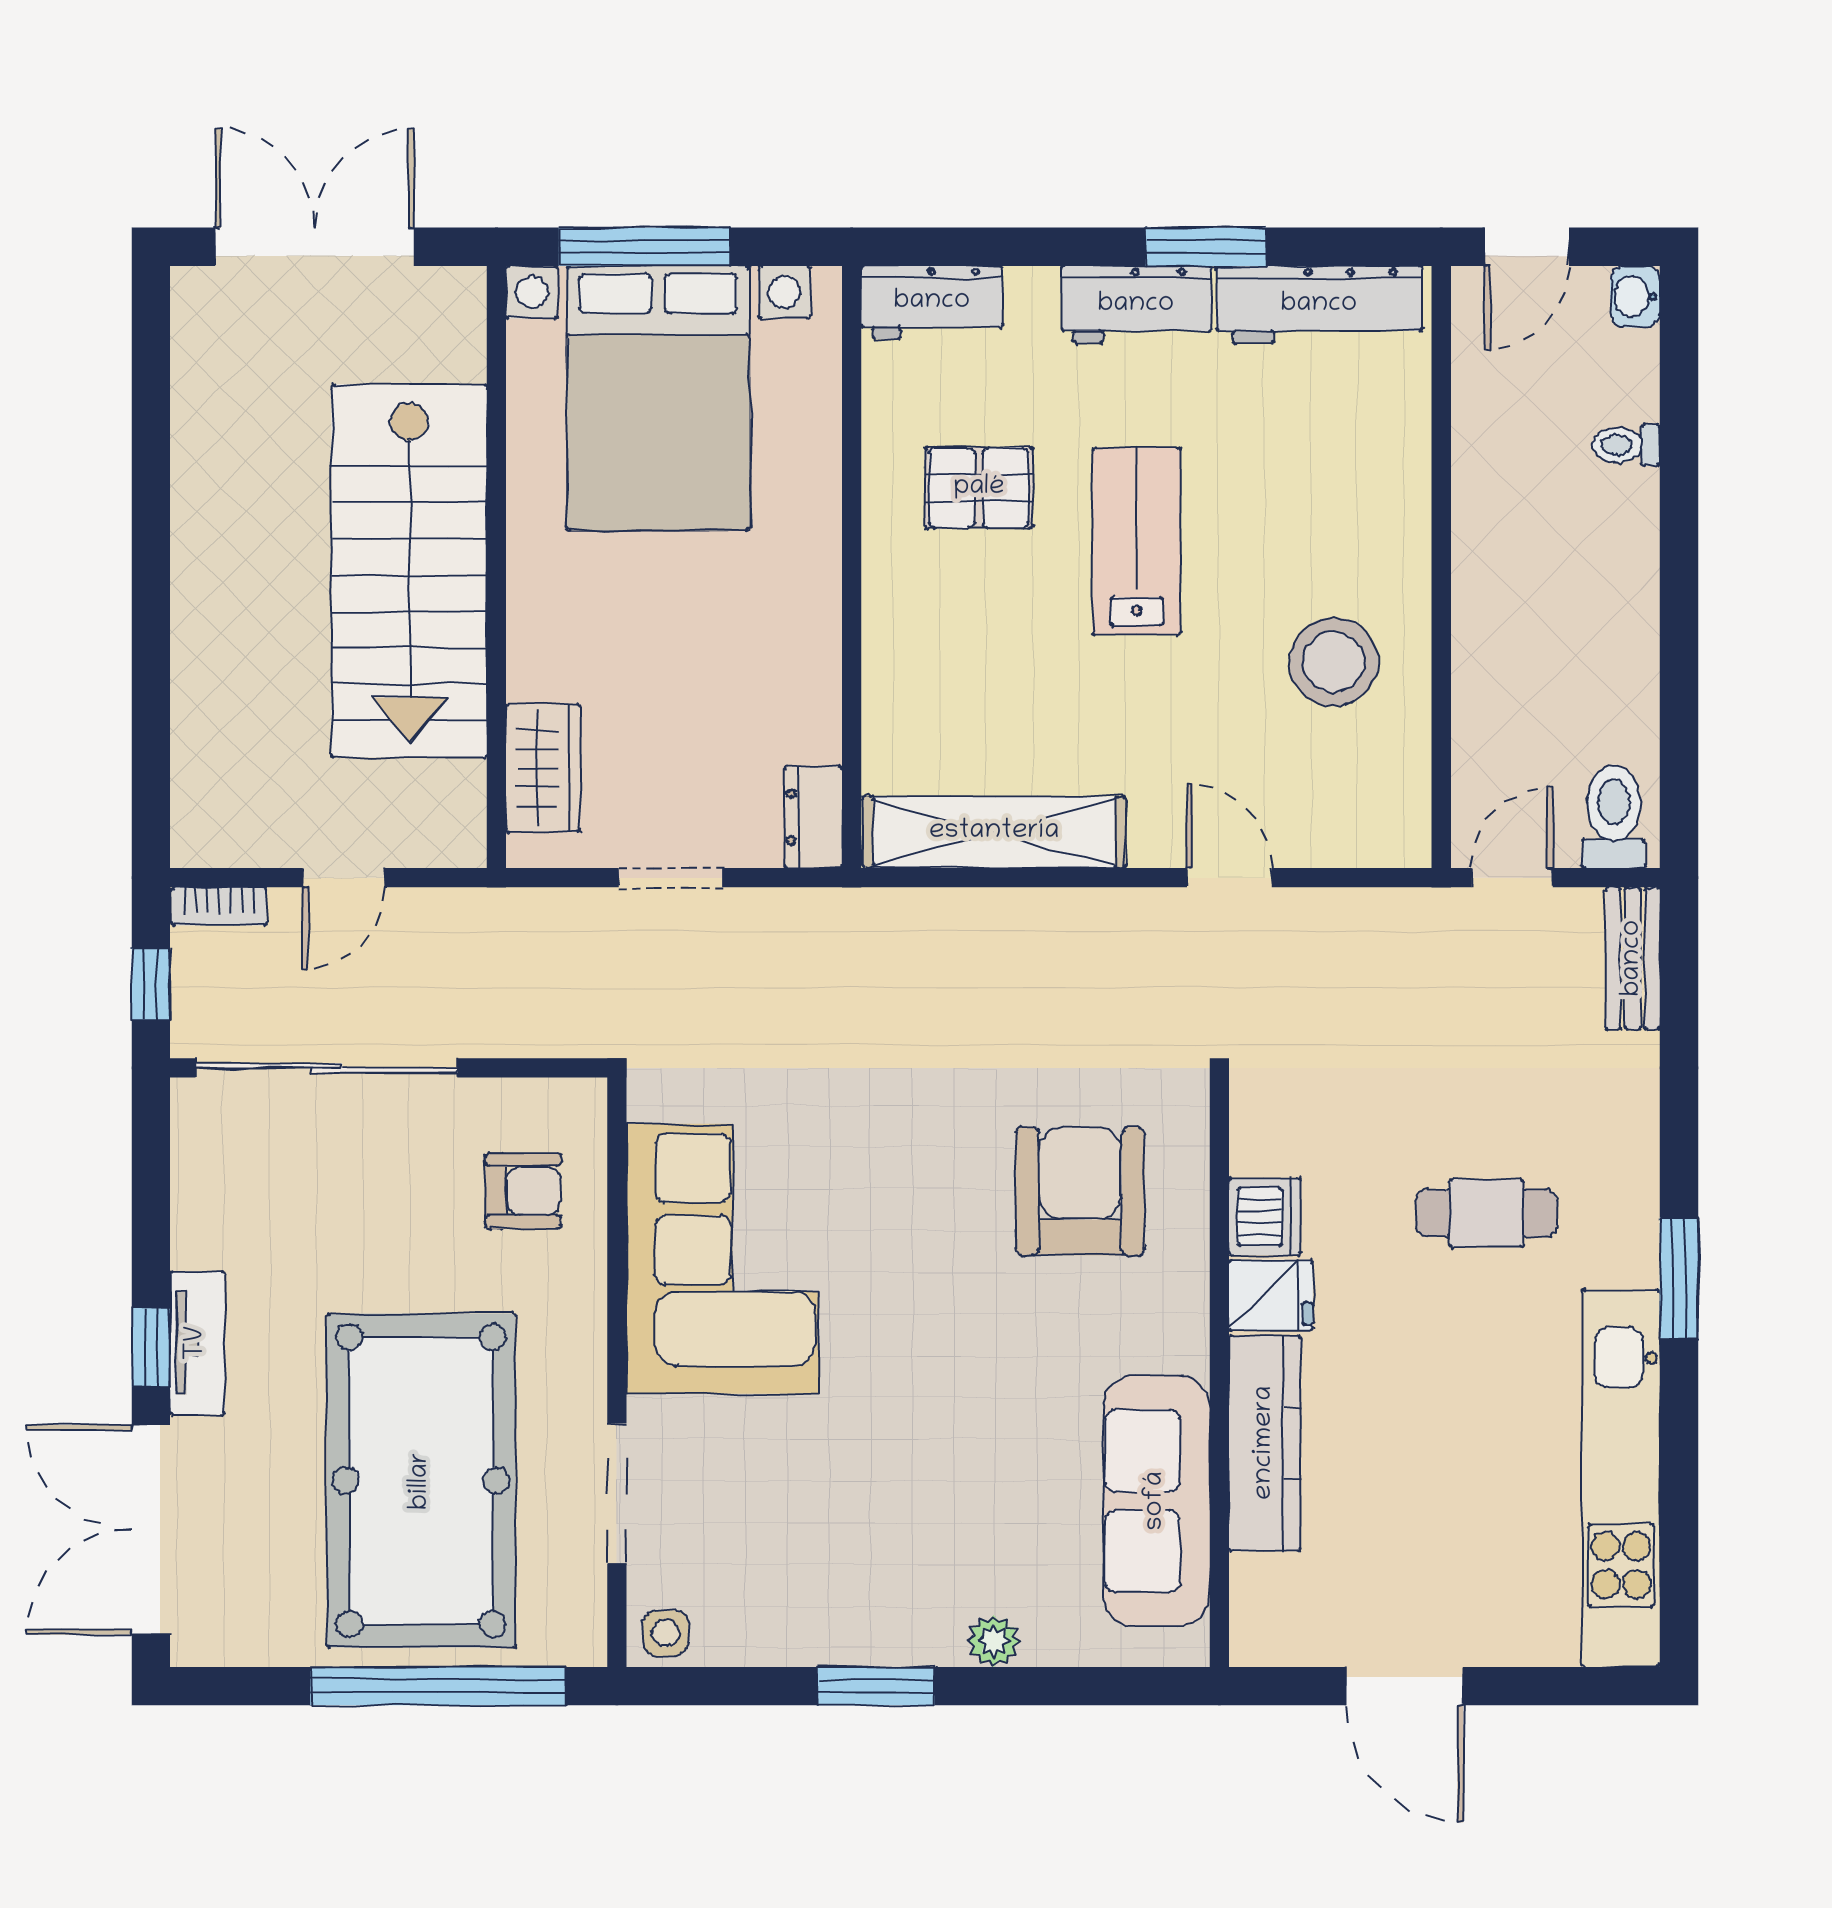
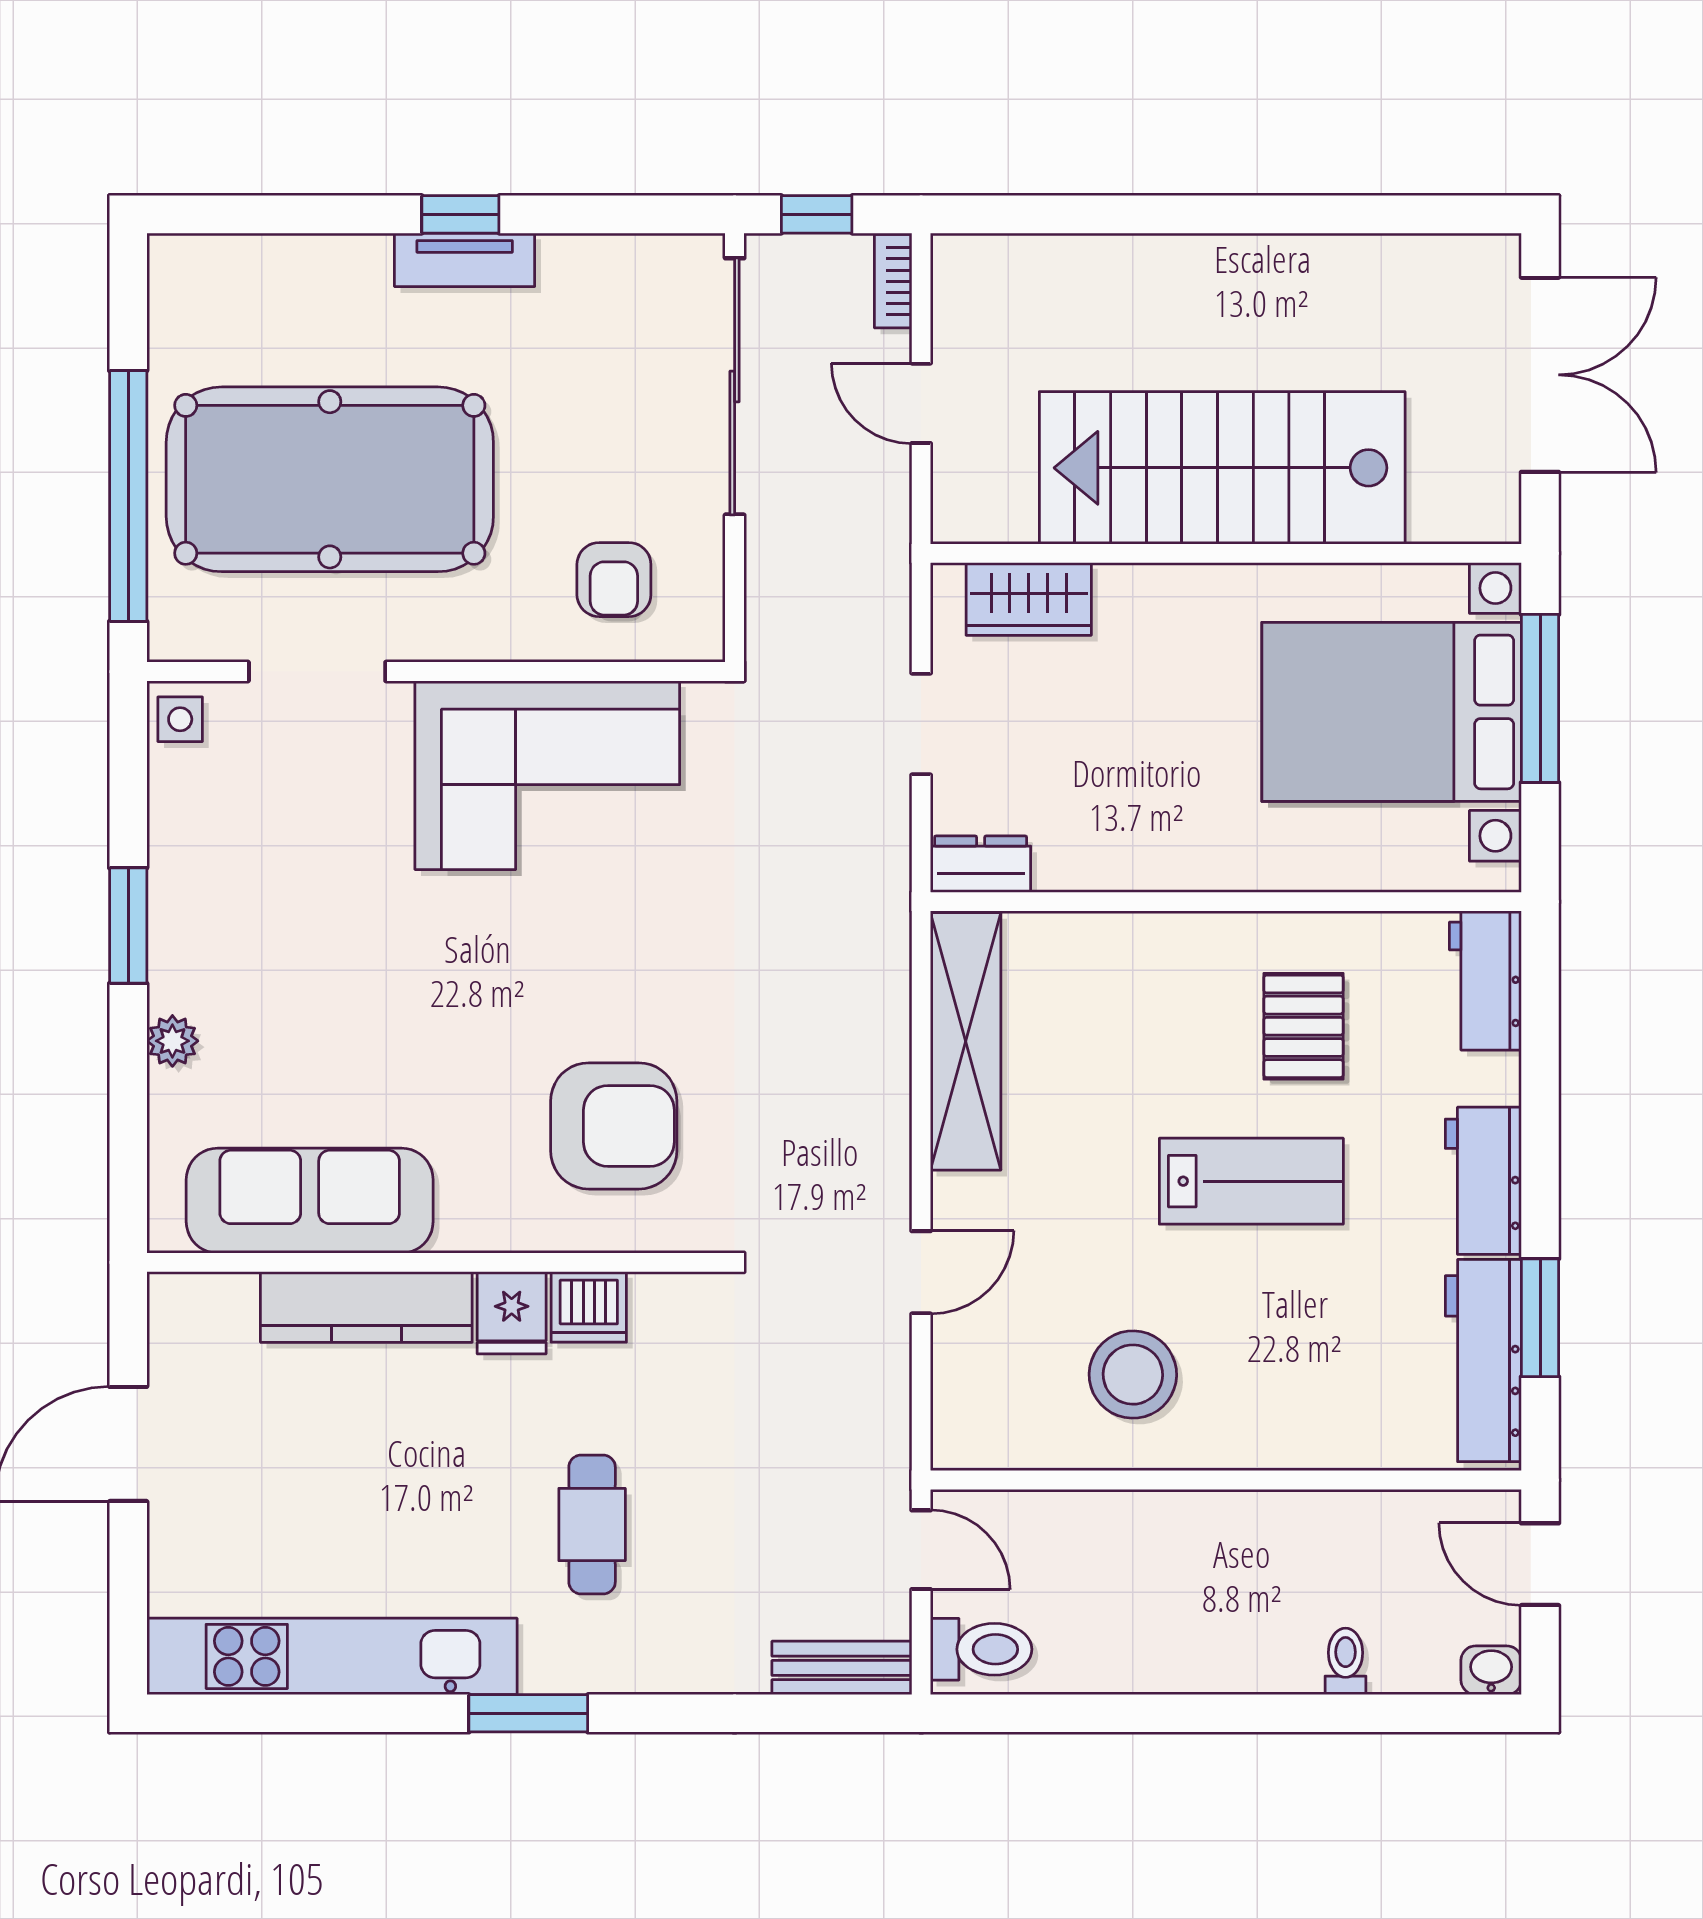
window: (1206, 247) -> (1540, 1318), moved
double door: (151, 1530) -> (282, 214), removed

